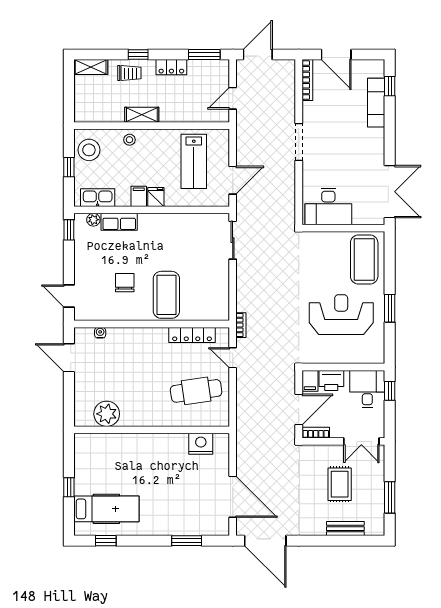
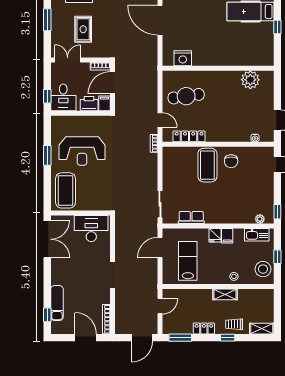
double door: (390, 192) -> (47, 239), swing flipped
row of seats: (119, 222) -> (191, 217), moved
chair: (125, 283) -> (231, 161), moved

